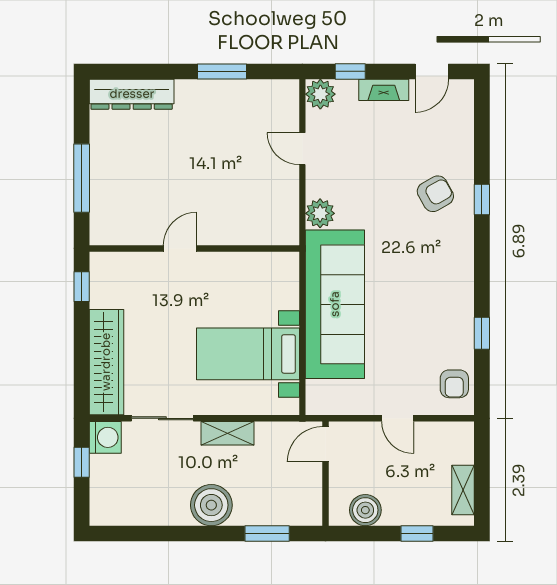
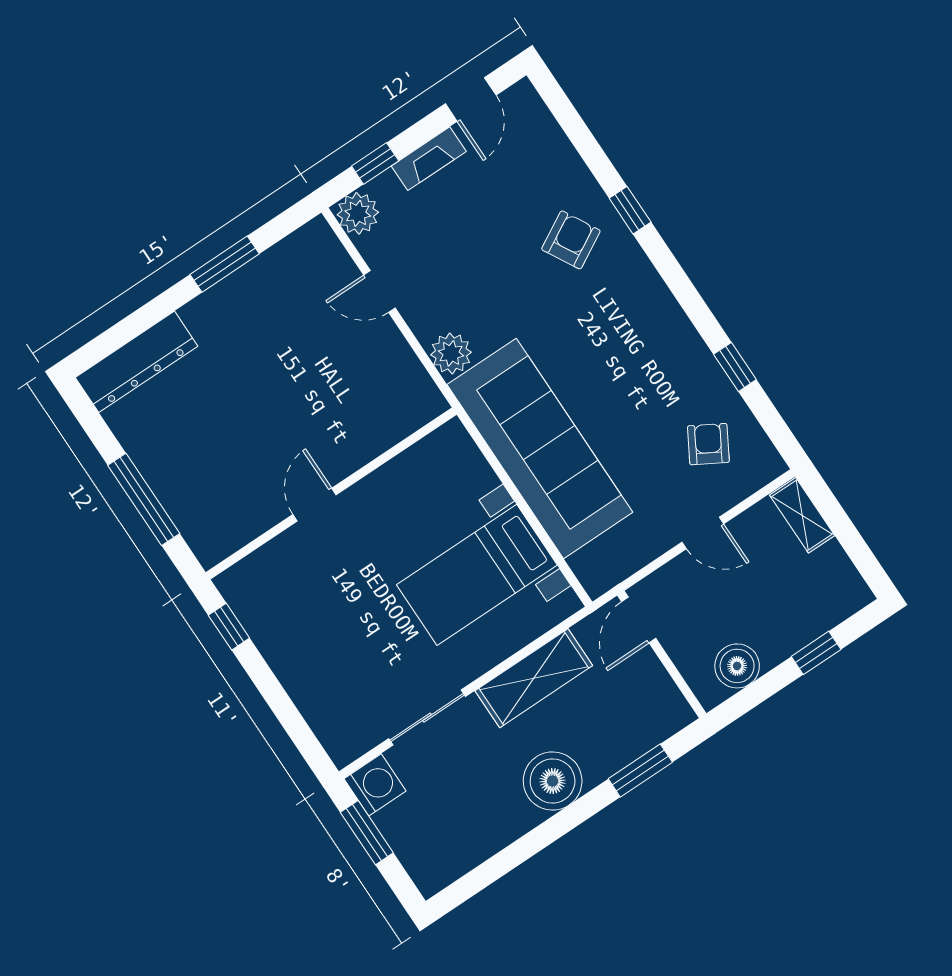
wardrobe: (106, 362) -> (317, 696), removed
armchair: (454, 384) -> (708, 444), moved, turned -150
shelving: (228, 433) -> (534, 678), width x1.50, depth x1.33
window: (82, 462) -> (367, 833), width x1.50
shelving: (463, 490) -> (802, 515), moved

